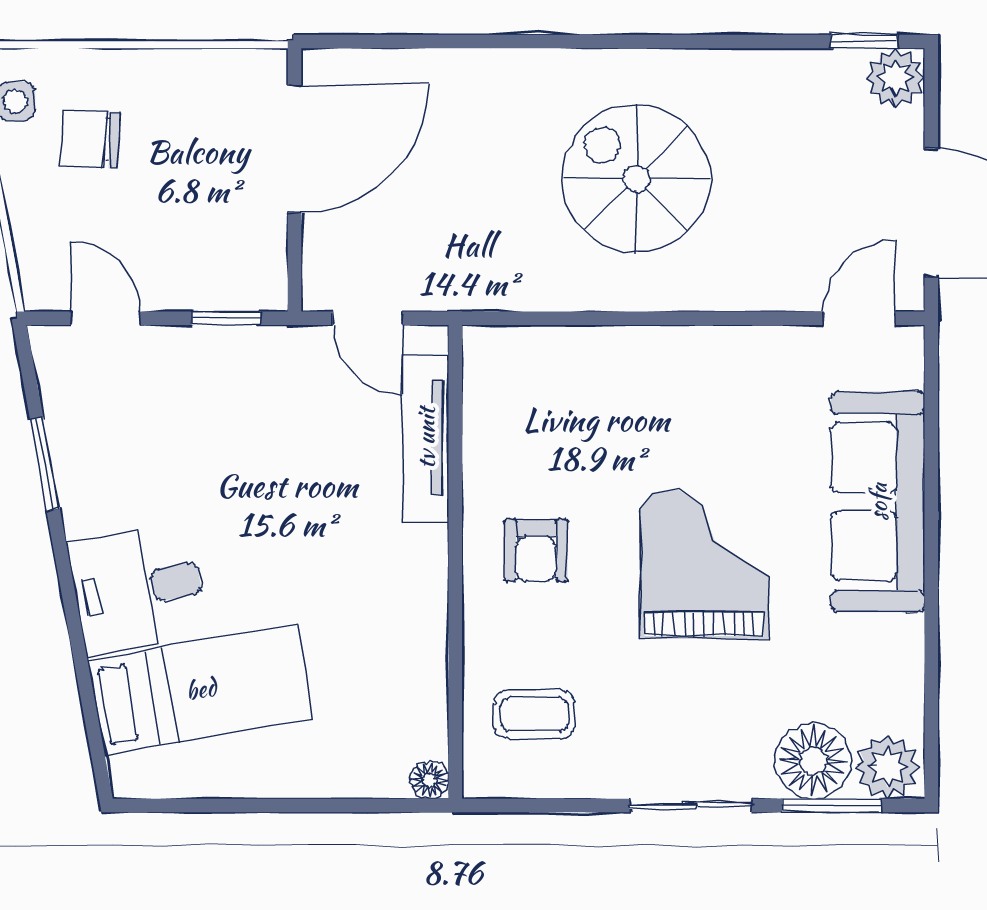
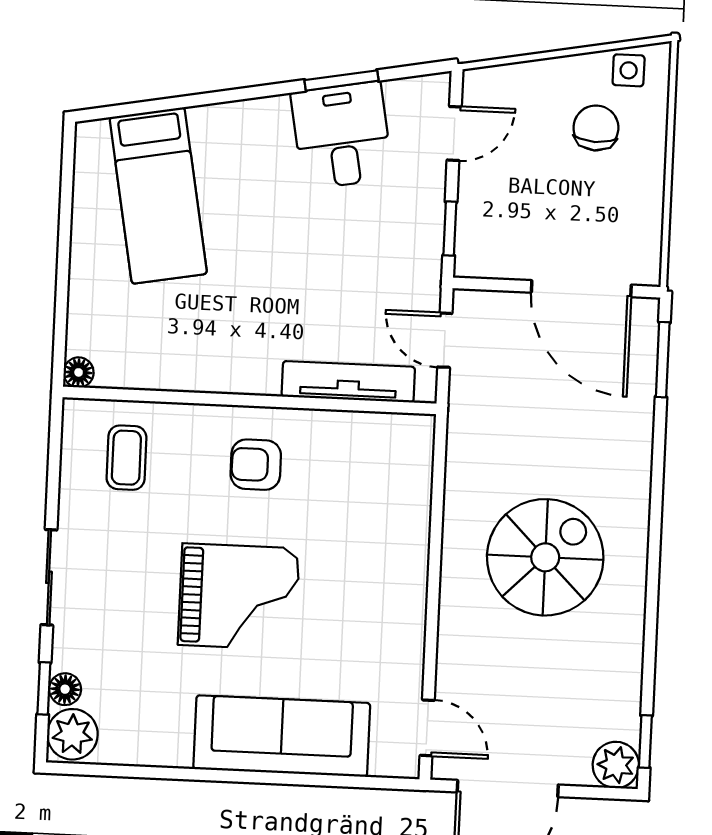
window: (380, 41) -> (663, 360), added
door: (368, 318) -> (445, 340), hinge flipped
desk: (138, 589) -> (342, 135), moved
floor lamp: (813, 761) -> (65, 689), width x0.53, depth x0.53
window: (831, 806) -> (44, 688), width x0.67

